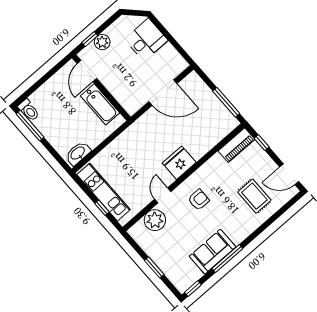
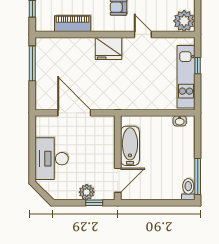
desk: (146, 40) -> (52, 159), width x1.37
piano: (237, 145) -> (73, 24), moved
washbasin: (78, 153) -> (180, 121), width x0.52, depth x0.69
door: (163, 195) -> (143, 34), swing flipped
plant: (155, 220) -> (184, 21), moved

